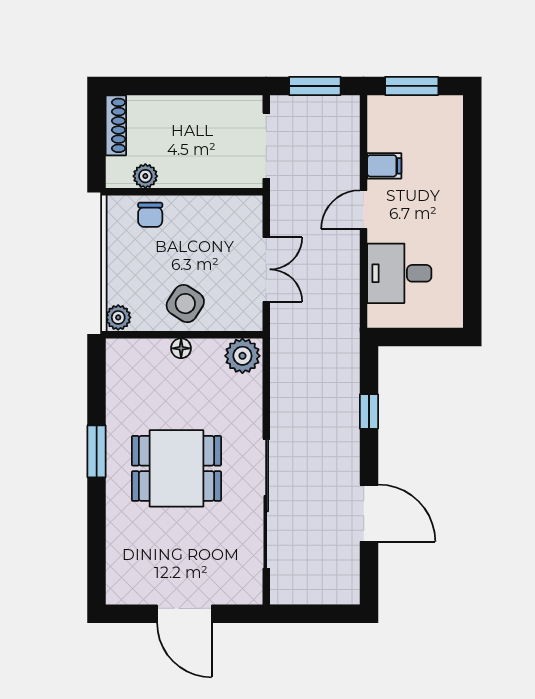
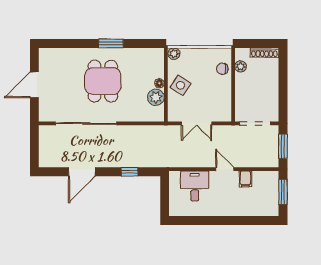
plant: (242, 356) -> (156, 97), moved

